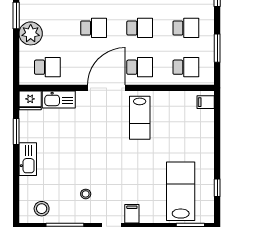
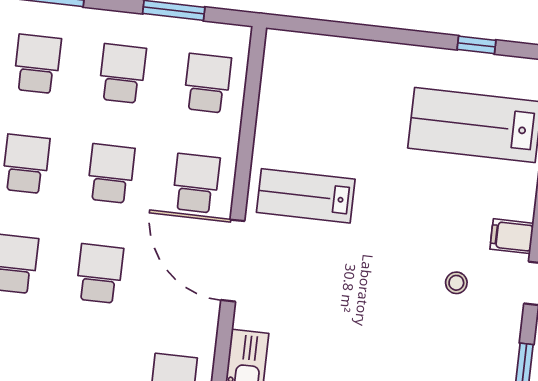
filing cabinet: (206, 102) -> (288, 49), removed
lab bench: (140, 118) -> (306, 196), turned 180
stool: (86, 194) -> (456, 283), moved

